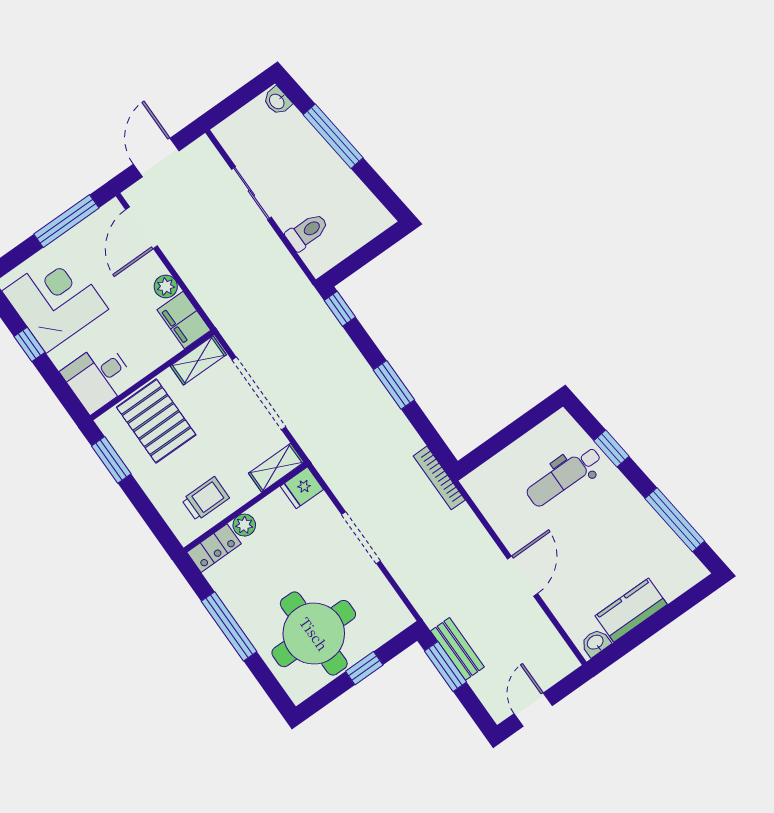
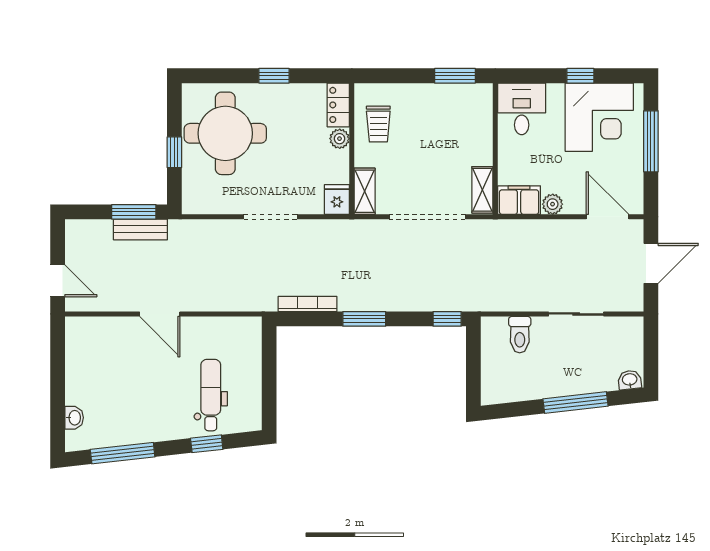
door: (156, 158) -> (651, 263), hinge flipped
window: (66, 221) -> (651, 141), moved
pallet: (156, 421) -> (460, 128), removed
bookcase: (439, 478) -> (307, 304), moved
kitchen counter: (631, 610) -> (79, 375), removed
window: (229, 626) -> (274, 76), width x0.46
washbasin: (596, 643) -> (74, 418), moved
door: (533, 710) -> (58, 281), moved

